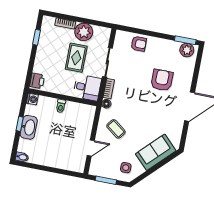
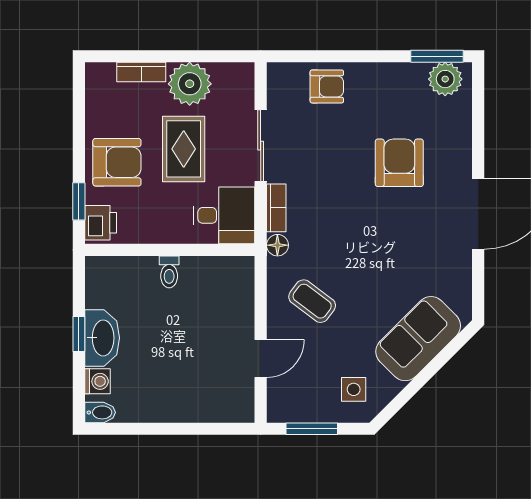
window: (36, 37) -> (79, 201), moved
armchair: (48, 58) -> (117, 162), added
washing machine: (32, 99) -> (97, 381), moved

